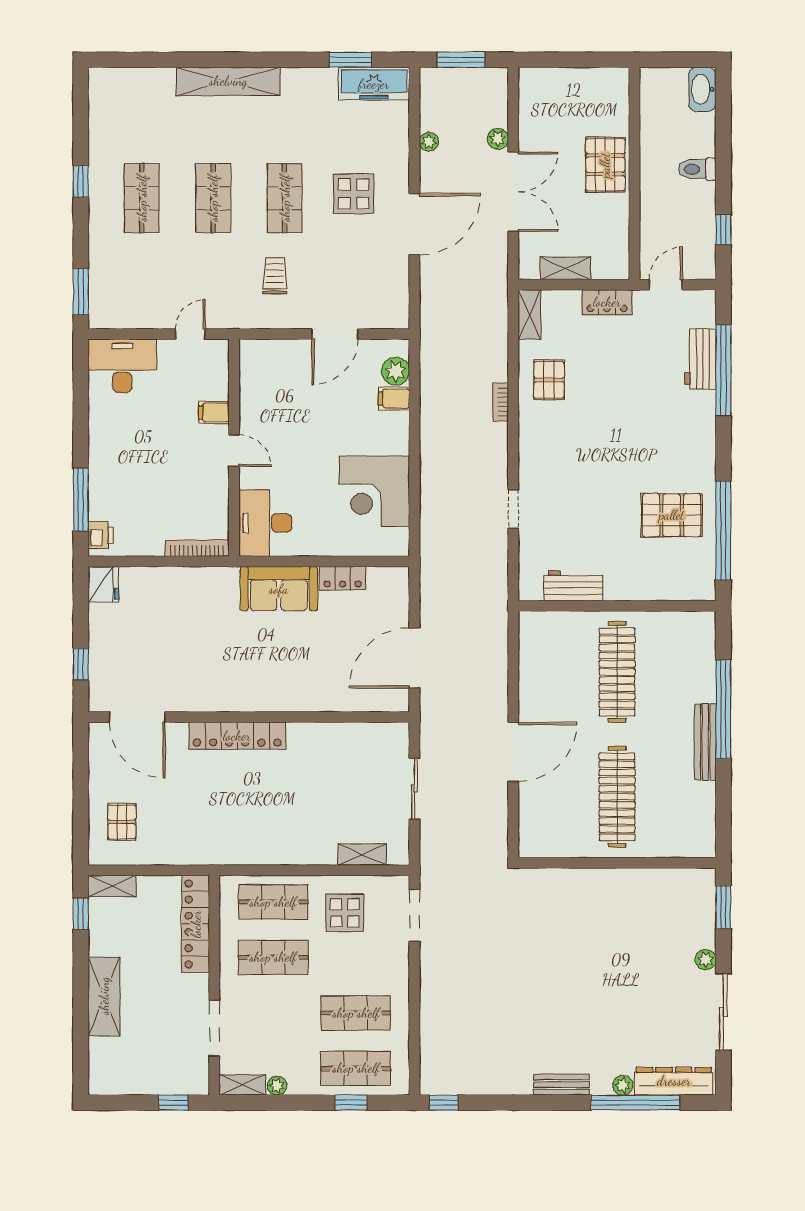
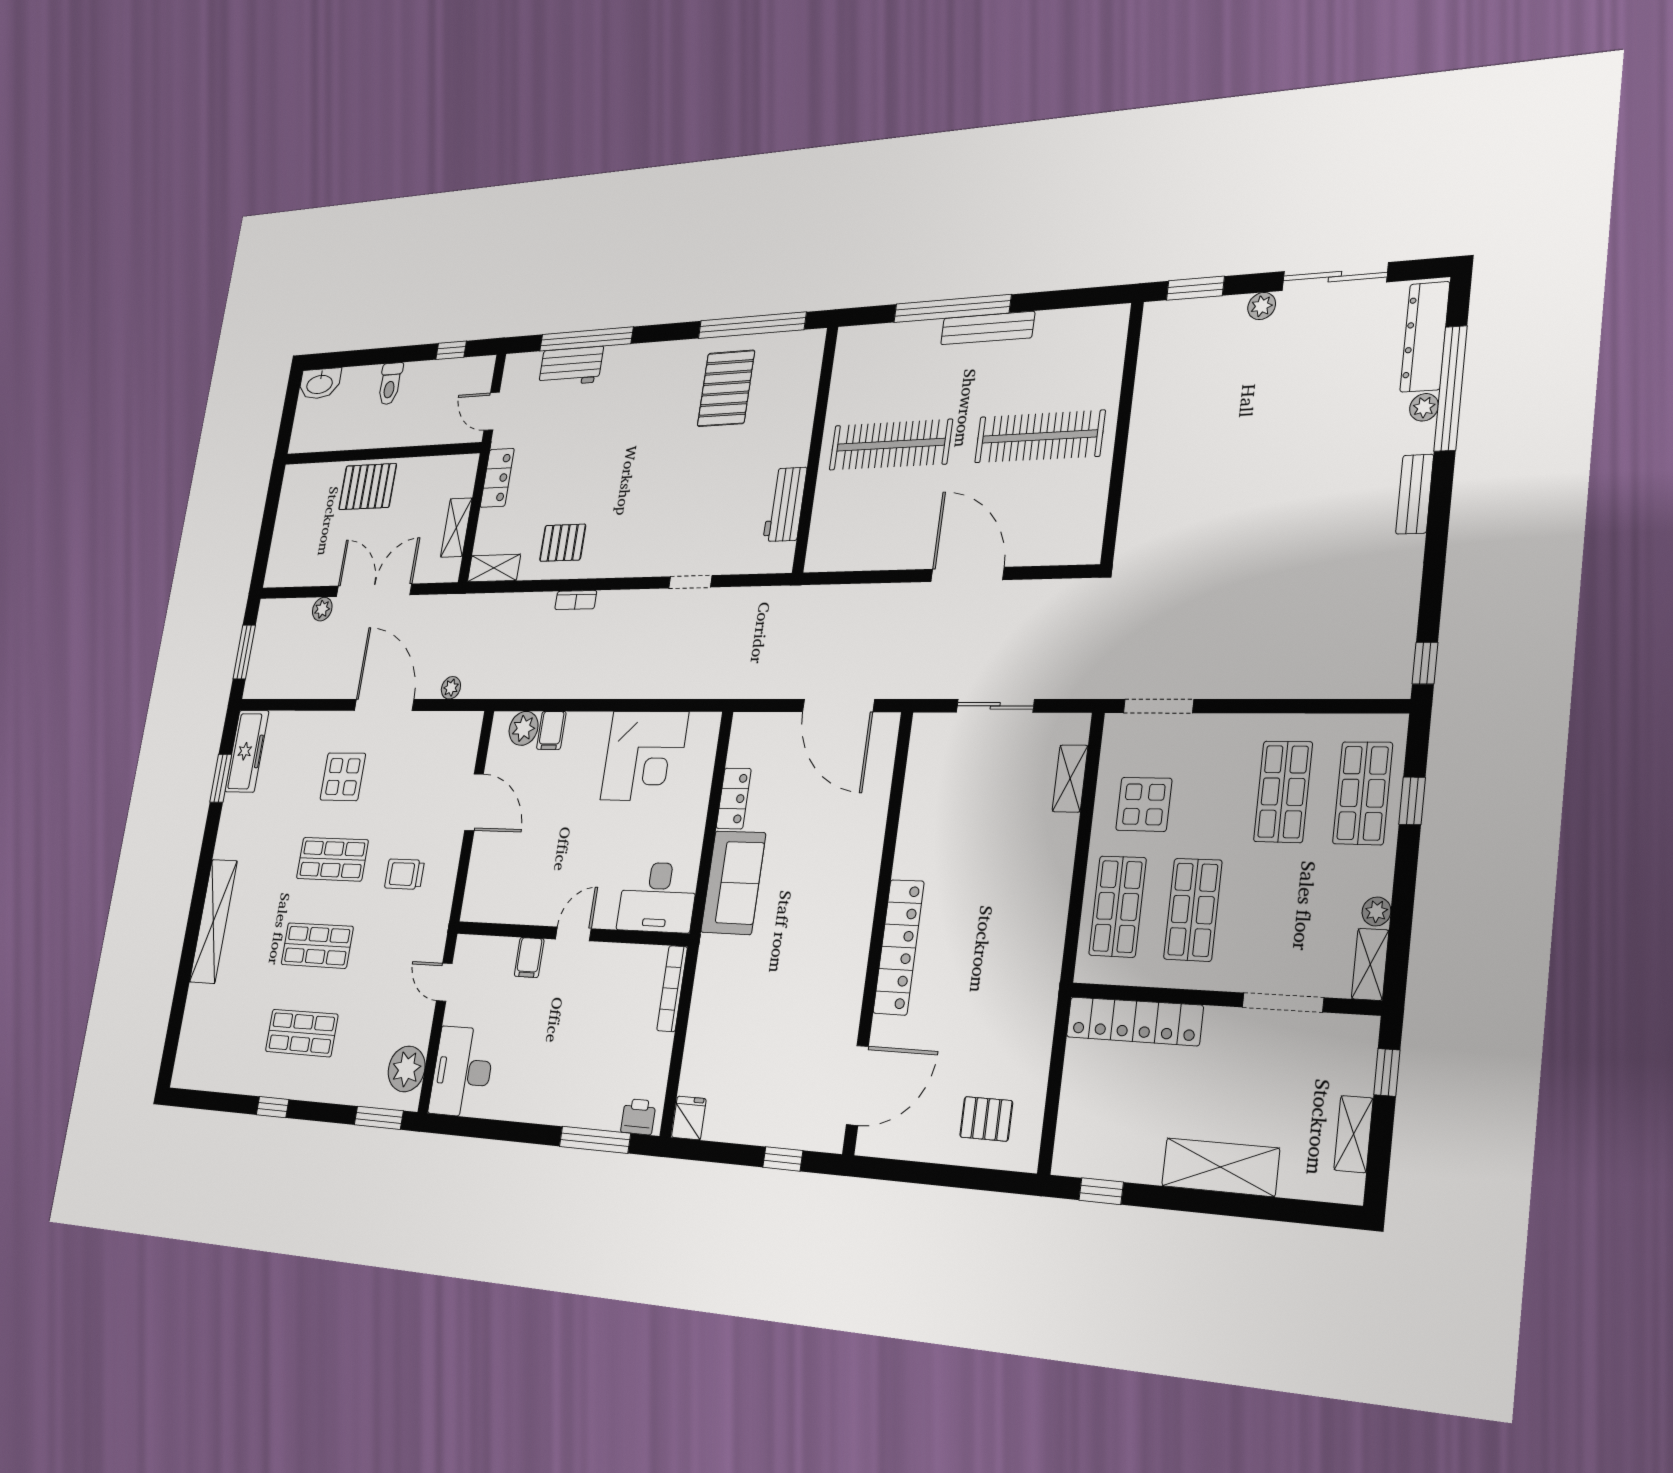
plant: (429, 142) -> (451, 688), moved
plant: (121, 311) -> (407, 1069), added
fridge: (103, 585) -> (689, 1118), width x0.72
shelving: (112, 886) -> (1354, 1134), moved

